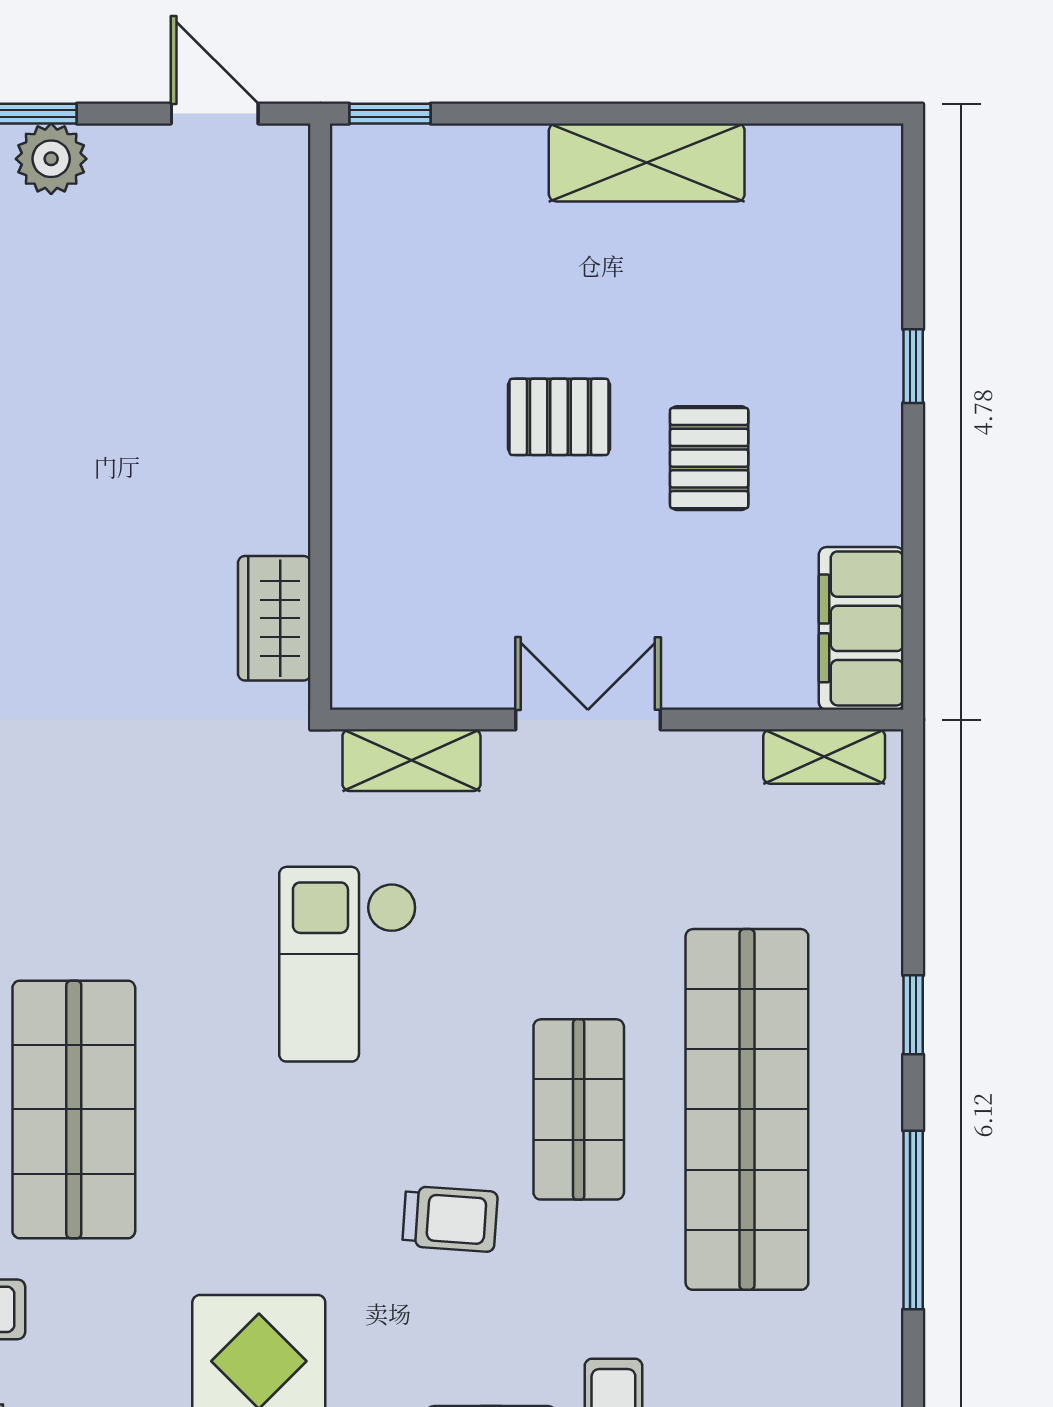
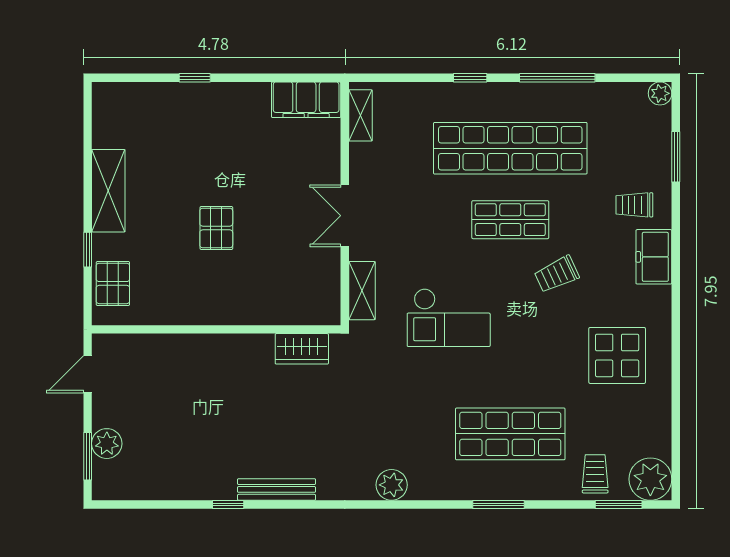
window: (390, 114) -> (88, 250), moved
pallet: (709, 458) -> (113, 283), moved, turned 90
trolley: (450, 1219) -> (557, 274), turned -119

